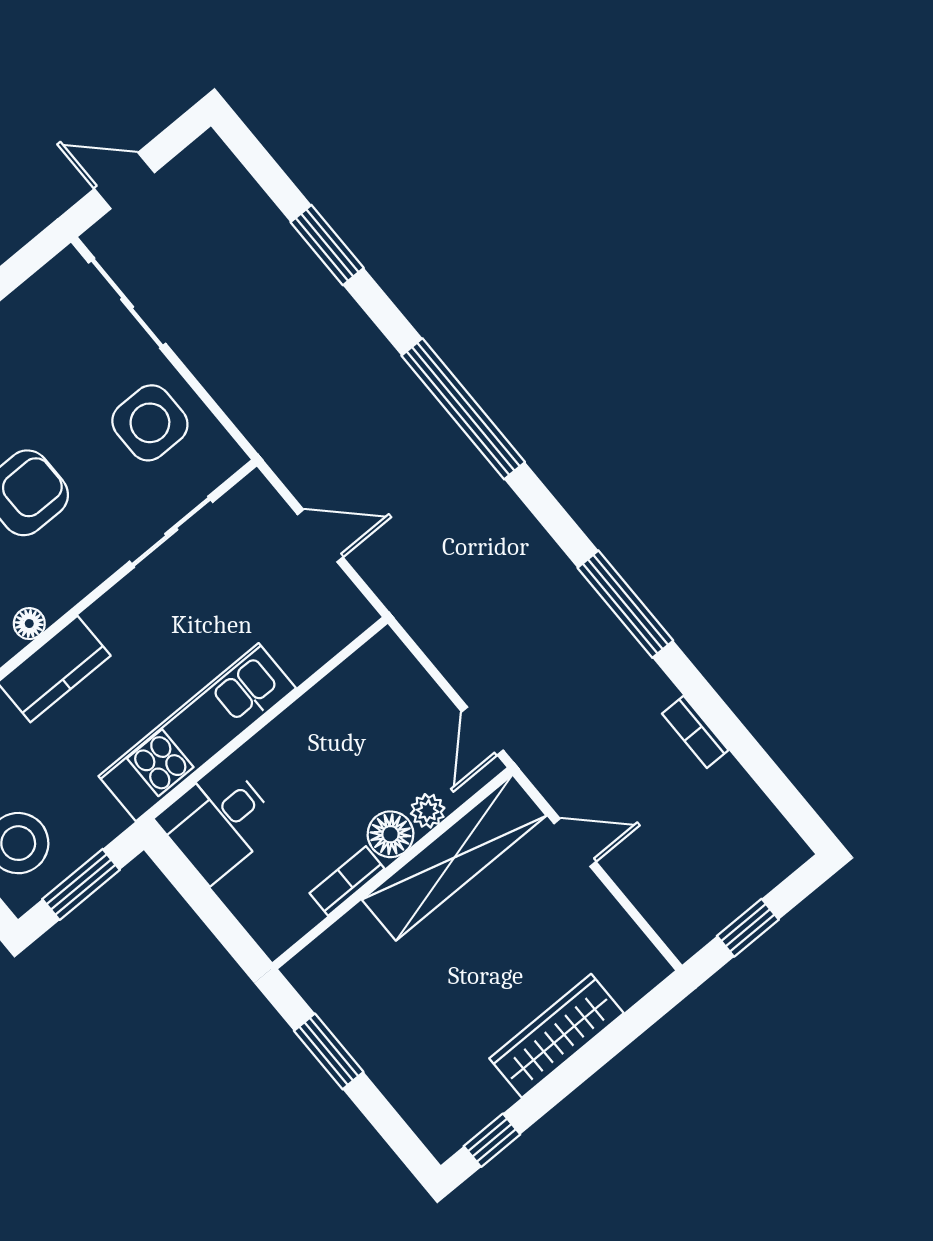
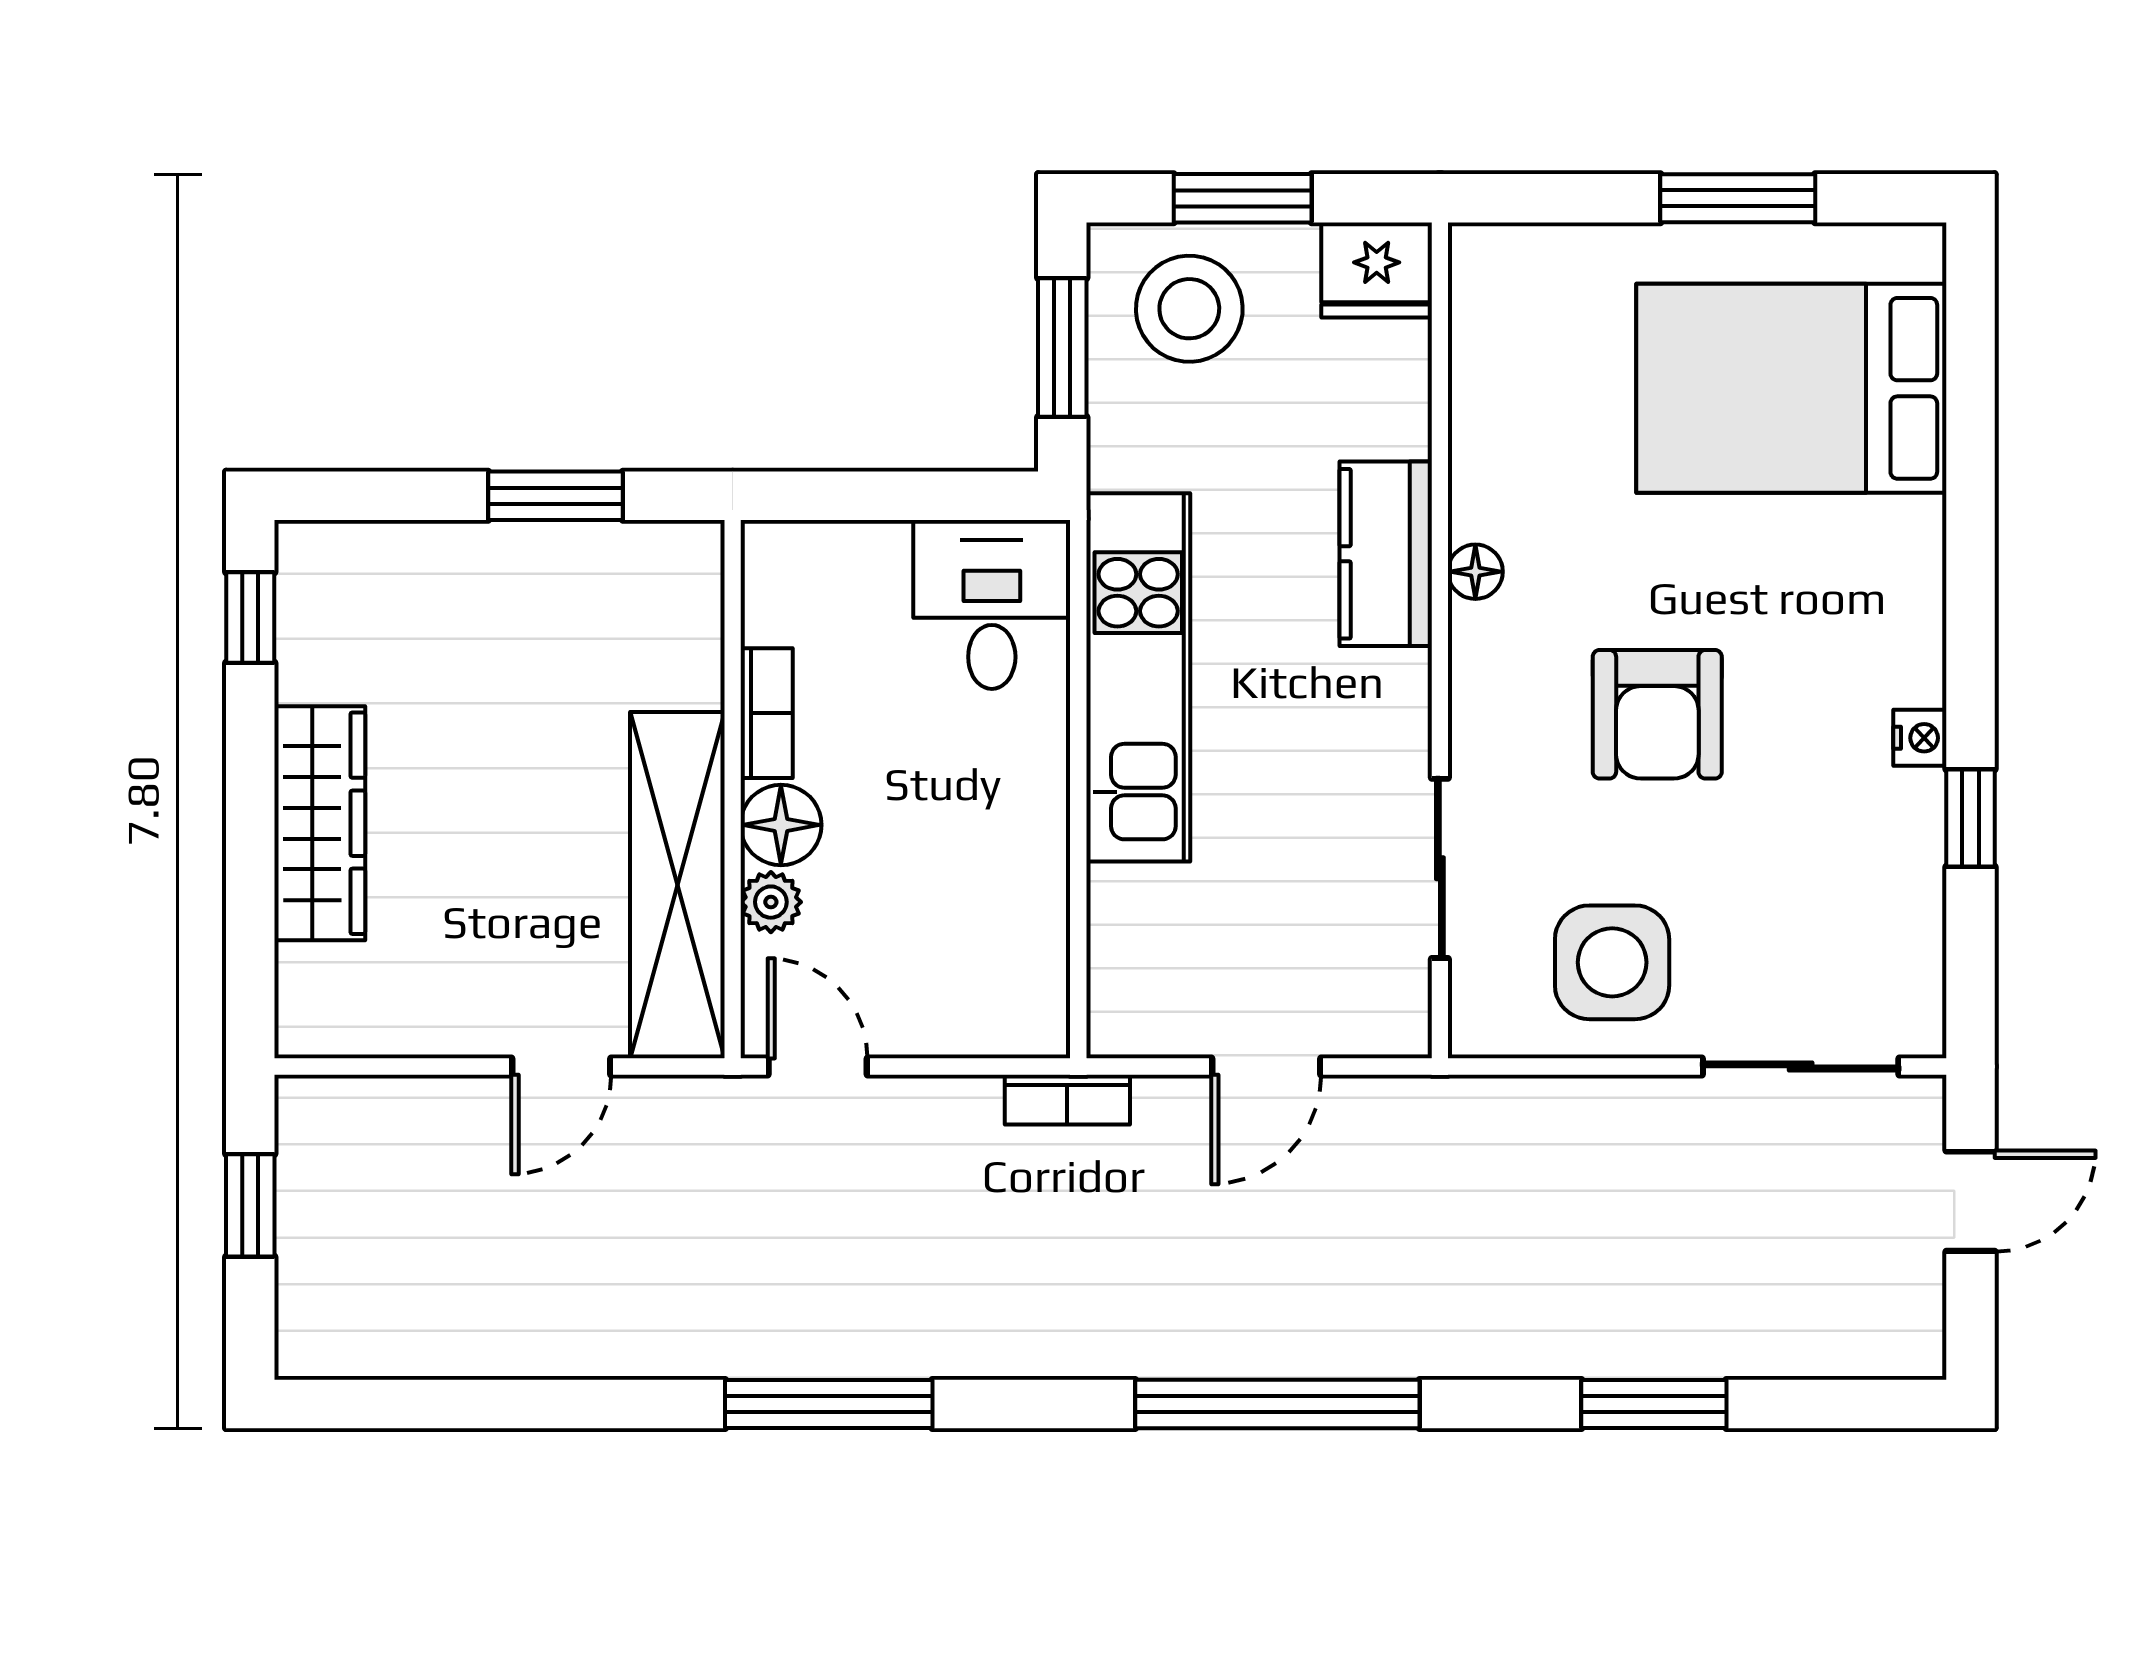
bookcase: (695, 732) -> (1067, 1100), moved, turned 180

